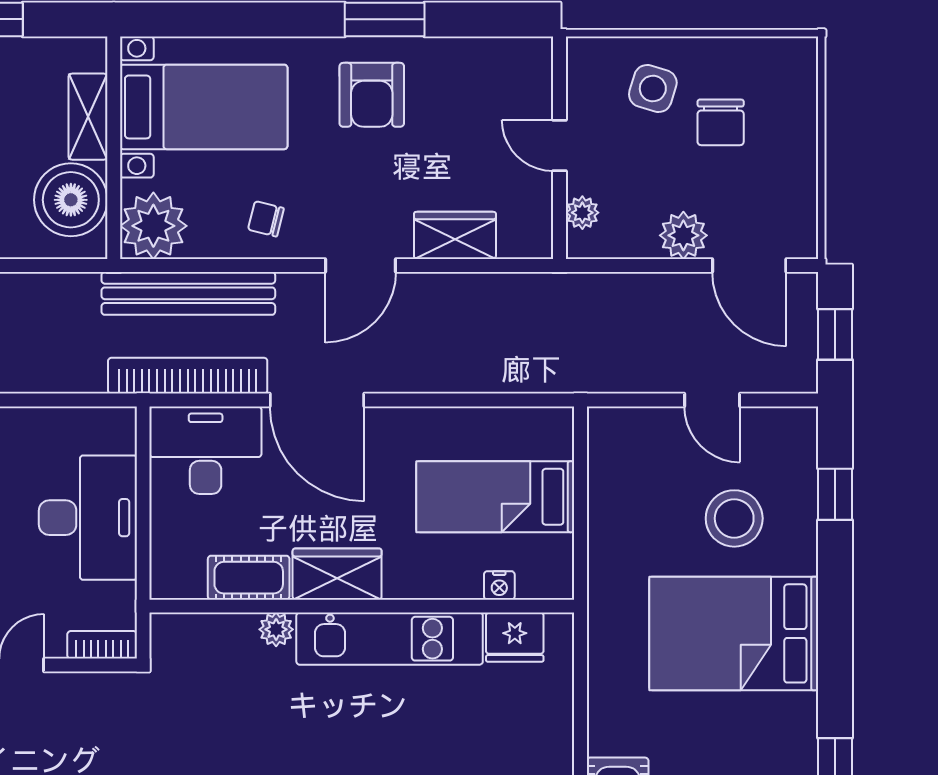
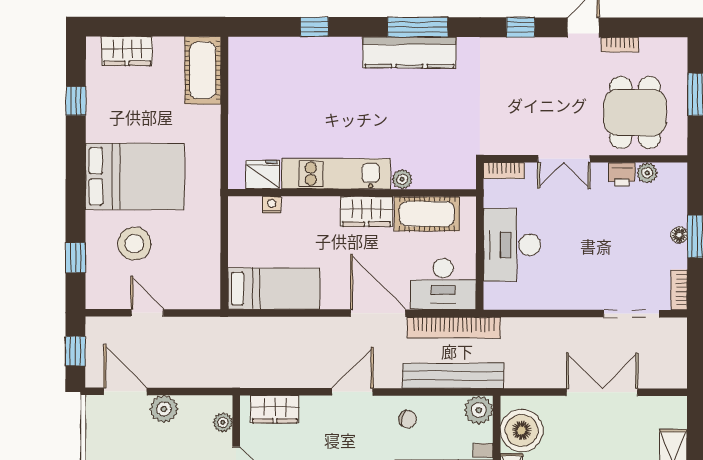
plant: (153, 226) -> (479, 410), width x0.73, depth x0.73
wardrobe: (455, 235) -> (275, 409), moved
bed: (495, 497) -> (274, 289), moved
cot: (249, 578) -> (427, 214), width x1.37, depth x1.34

